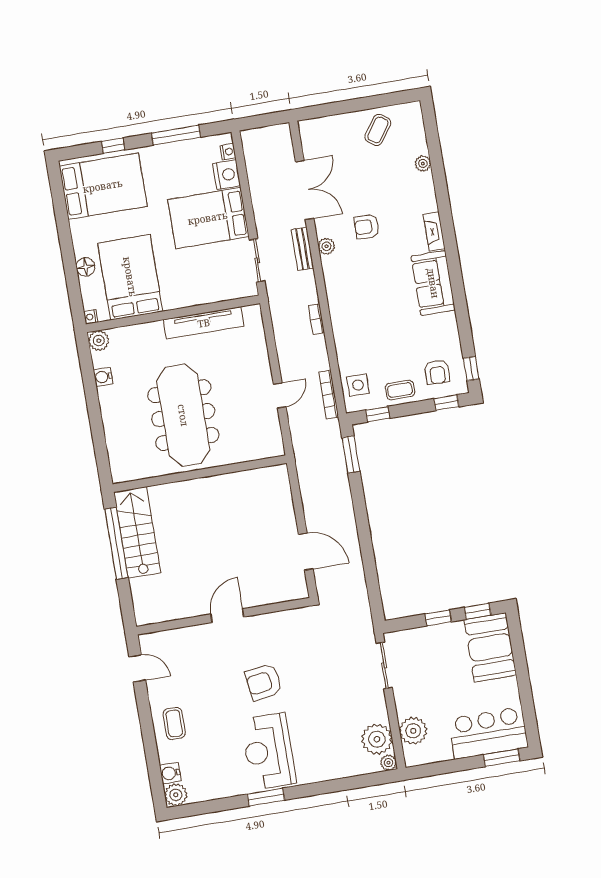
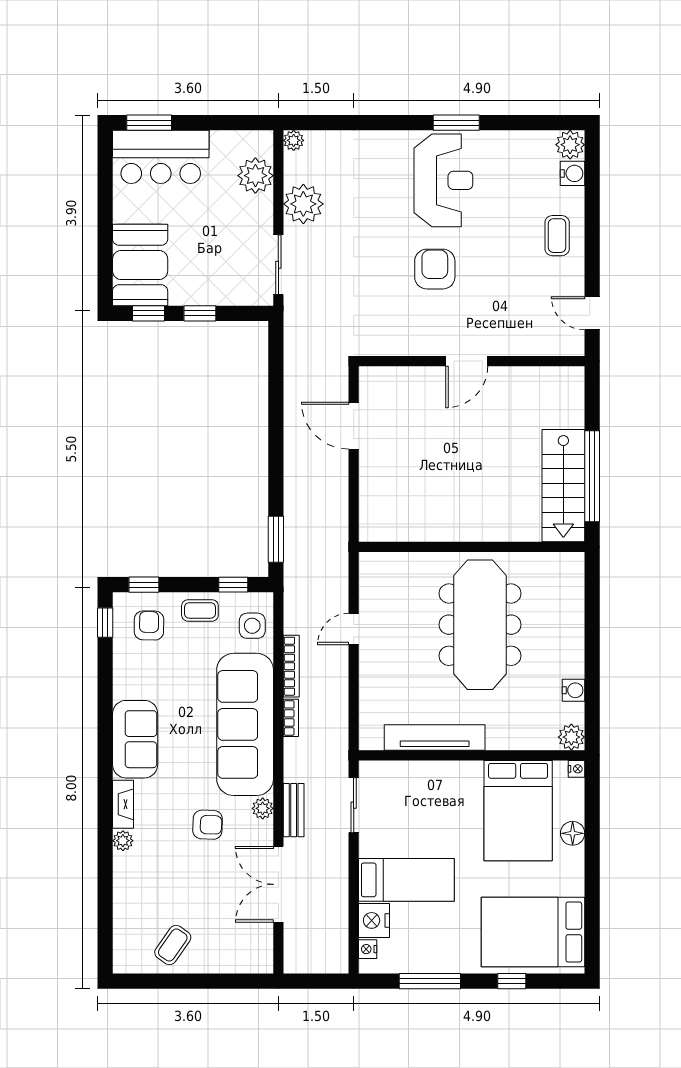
plant: (423, 163) -> (123, 841), moved
bed: (208, 218) -> (406, 880), width x0.67
sofa: (351, 308) -> (245, 724), added
bookcase: (329, 395) -> (291, 666), moved
armchair: (264, 682) -> (435, 269), turned -82
plant: (377, 739) -> (303, 204), moved

